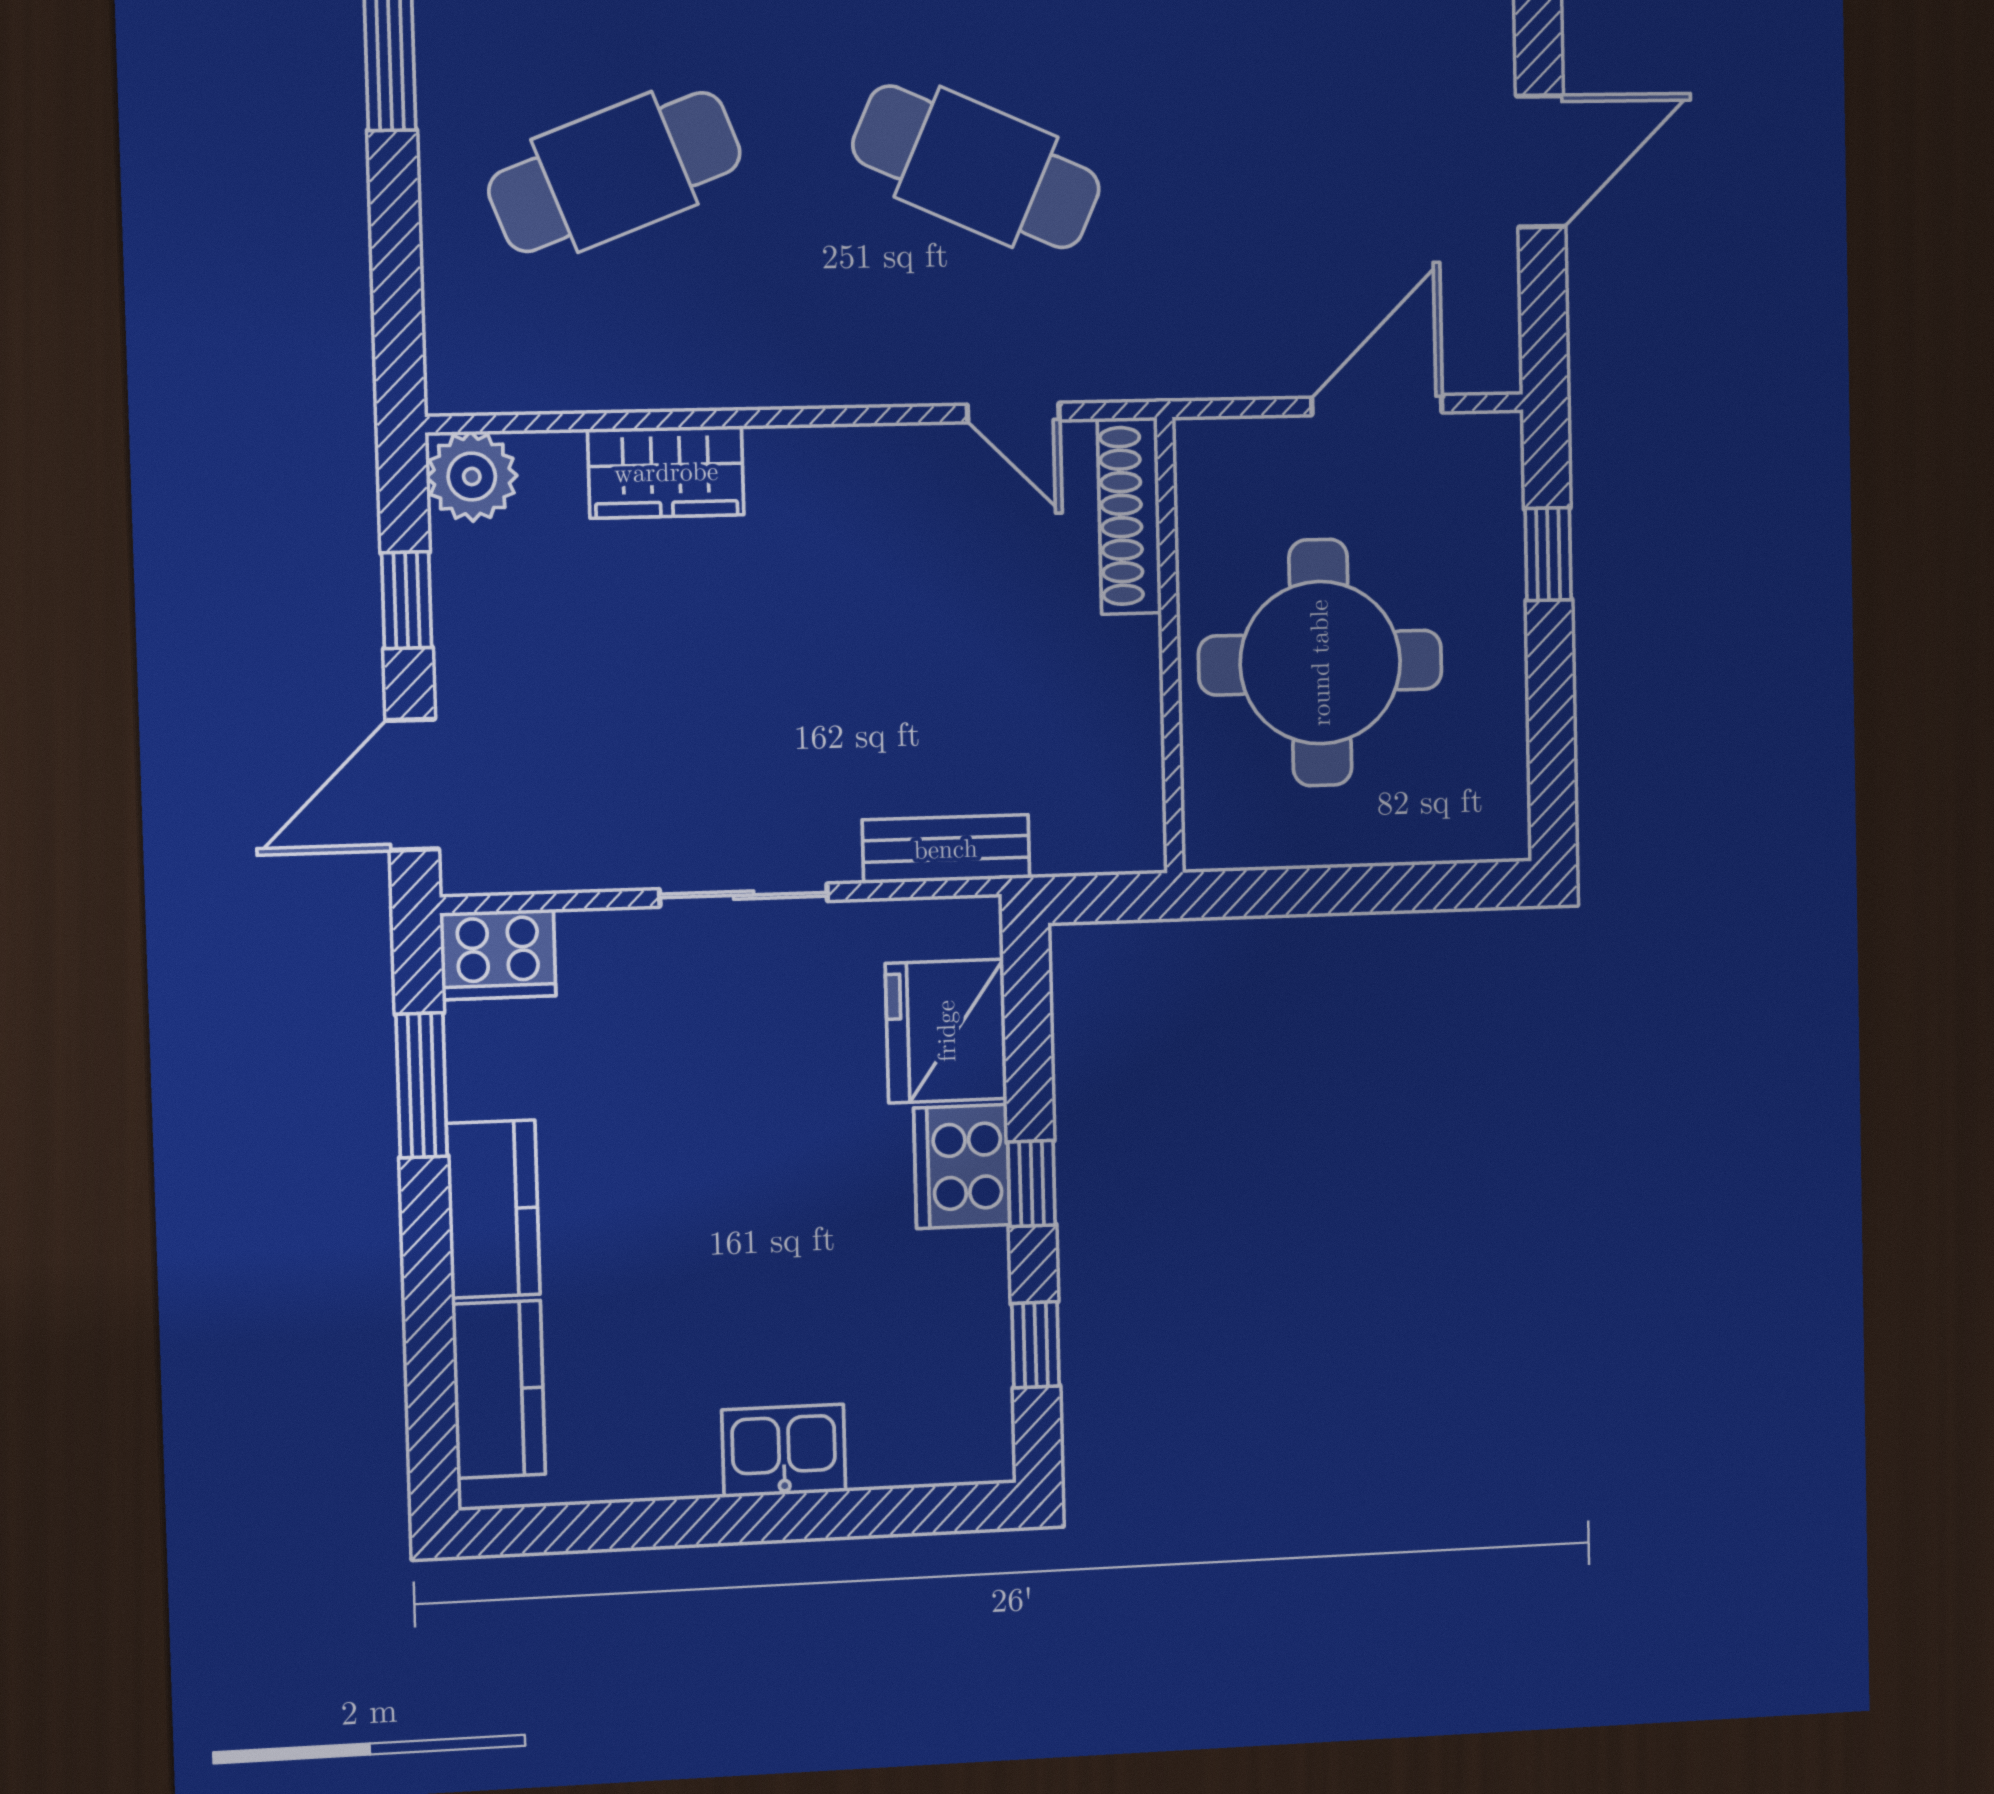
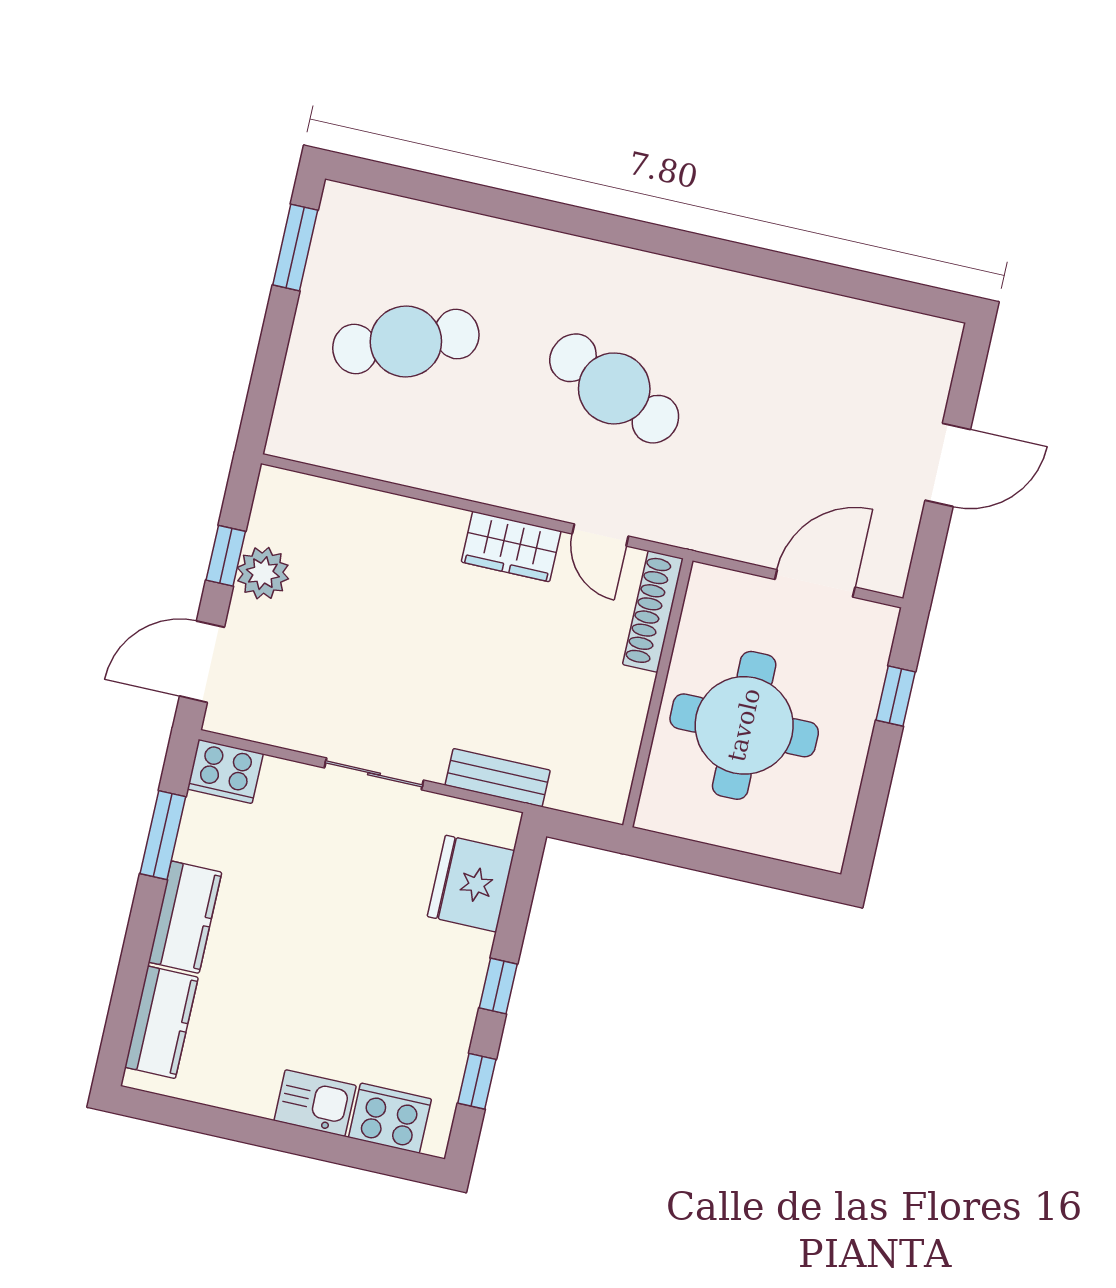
wardrobe: (666, 472) -> (511, 546), moved
plant: (472, 476) -> (263, 573), moved
cooker: (962, 1166) -> (390, 1118), moved, turned 90

